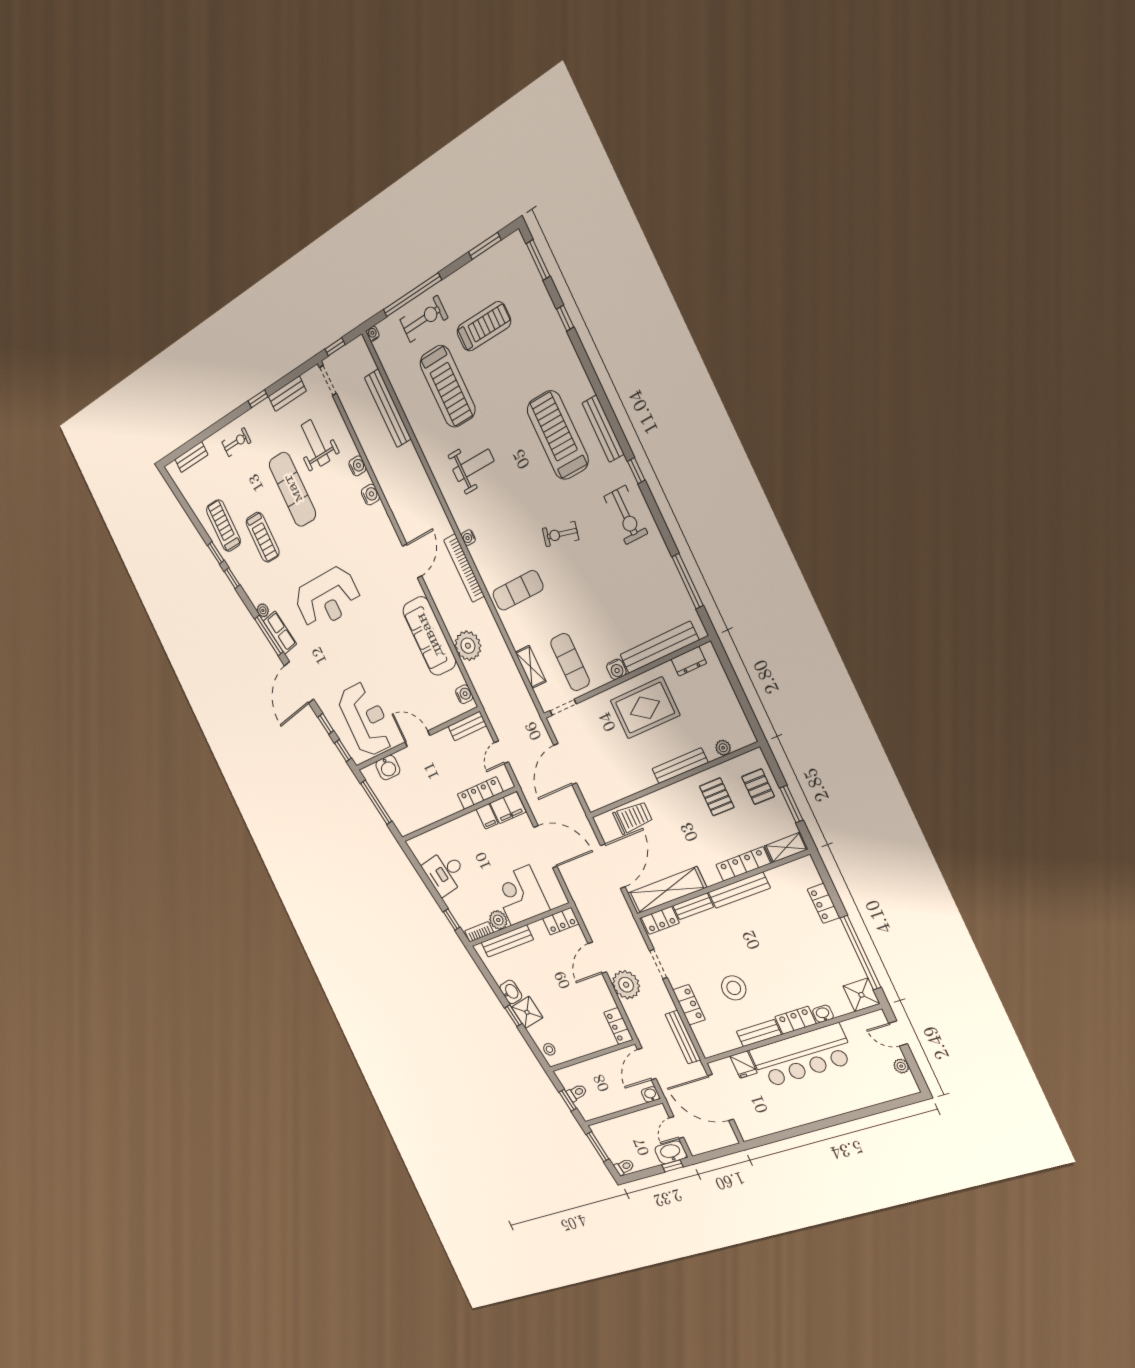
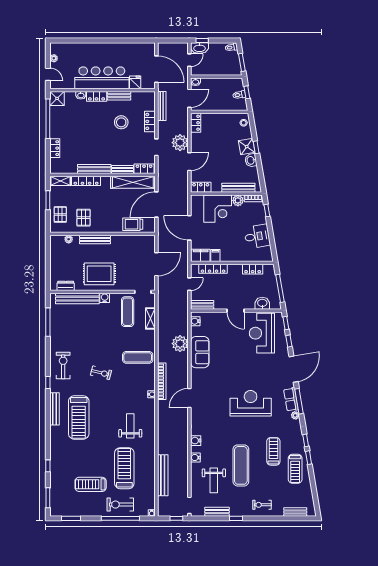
weight bench: (473, 465) -> (130, 426), turned 90
sofa: (429, 636) -> (200, 352), width x0.73
locker: (426, 817) -> (253, 269), added

